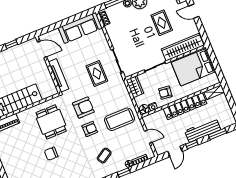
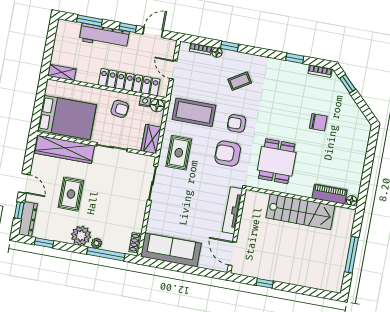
rug: (97, 74) -> (179, 153), moved
locker: (185, 106) -> (129, 82), moved
chair: (51, 154) -> (318, 122), moved

